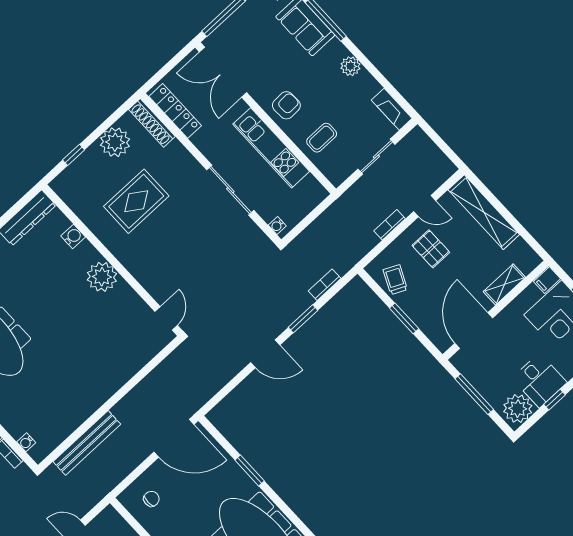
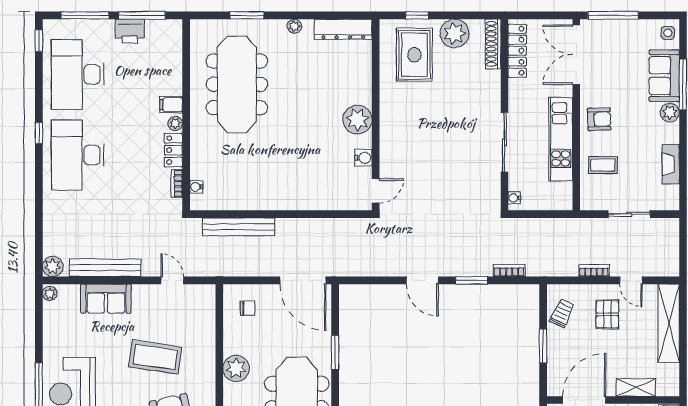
plant: (350, 66) -> (670, 113), moved
fireplace: (392, 109) -> (671, 164), moved
rug: (136, 201) -> (414, 55), moved, turned 90
water cooler: (73, 236) -> (363, 158), moved

